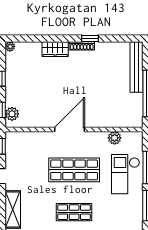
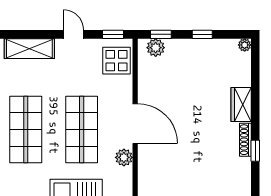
plant: (115, 138) -> (124, 157), moved
display table: (22, 144) -> (116, 61), added
shop shelf: (74, 212) -> (26, 130), width x1.43, depth x1.36

